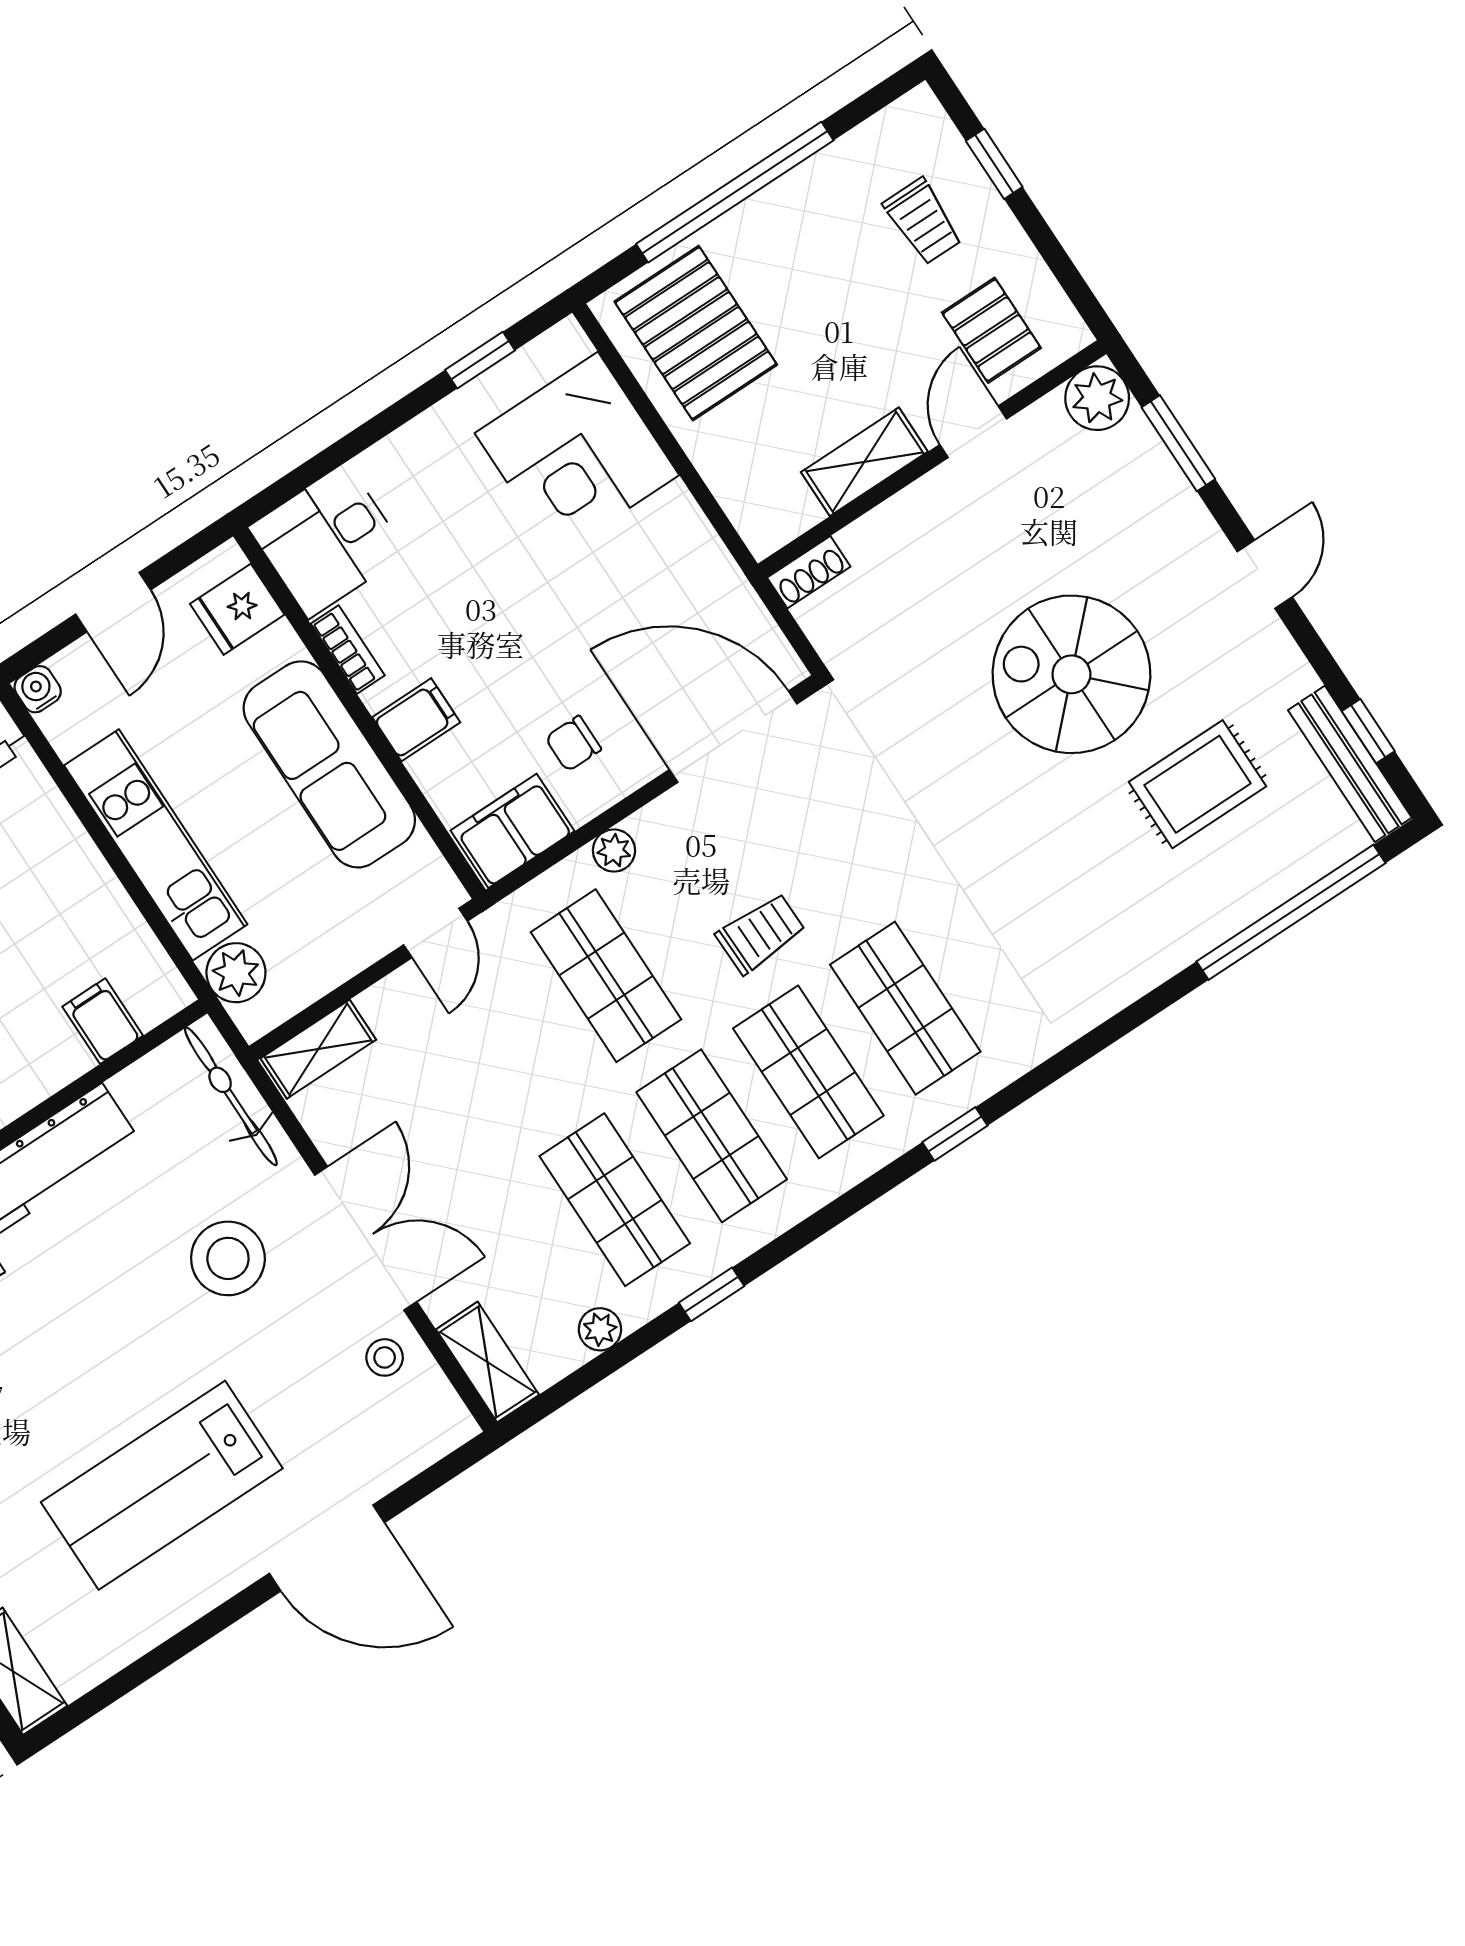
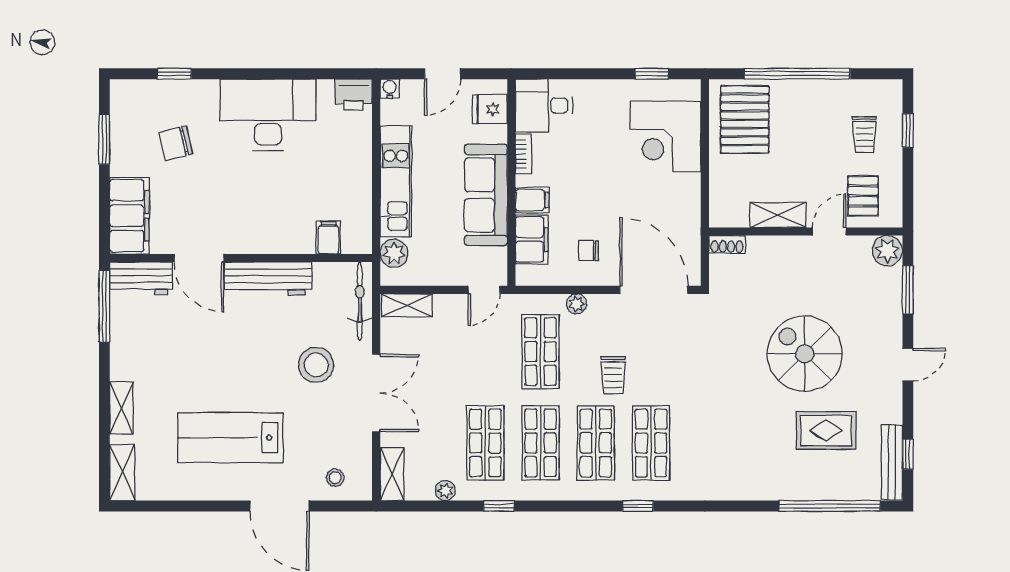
filing cabinet: (513, 831) -> (532, 239), moved, turned 90
trolley: (761, 933) -> (613, 375), turned 91
stool: (385, 1357) -> (335, 478), moved

